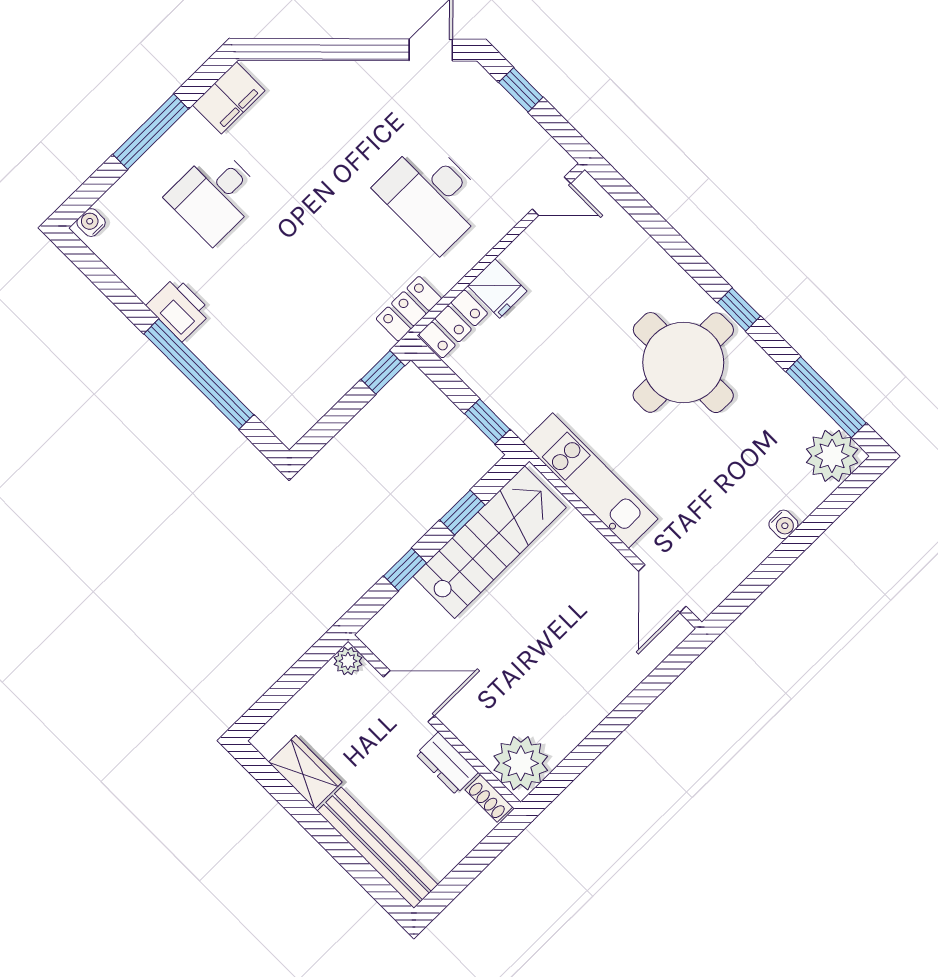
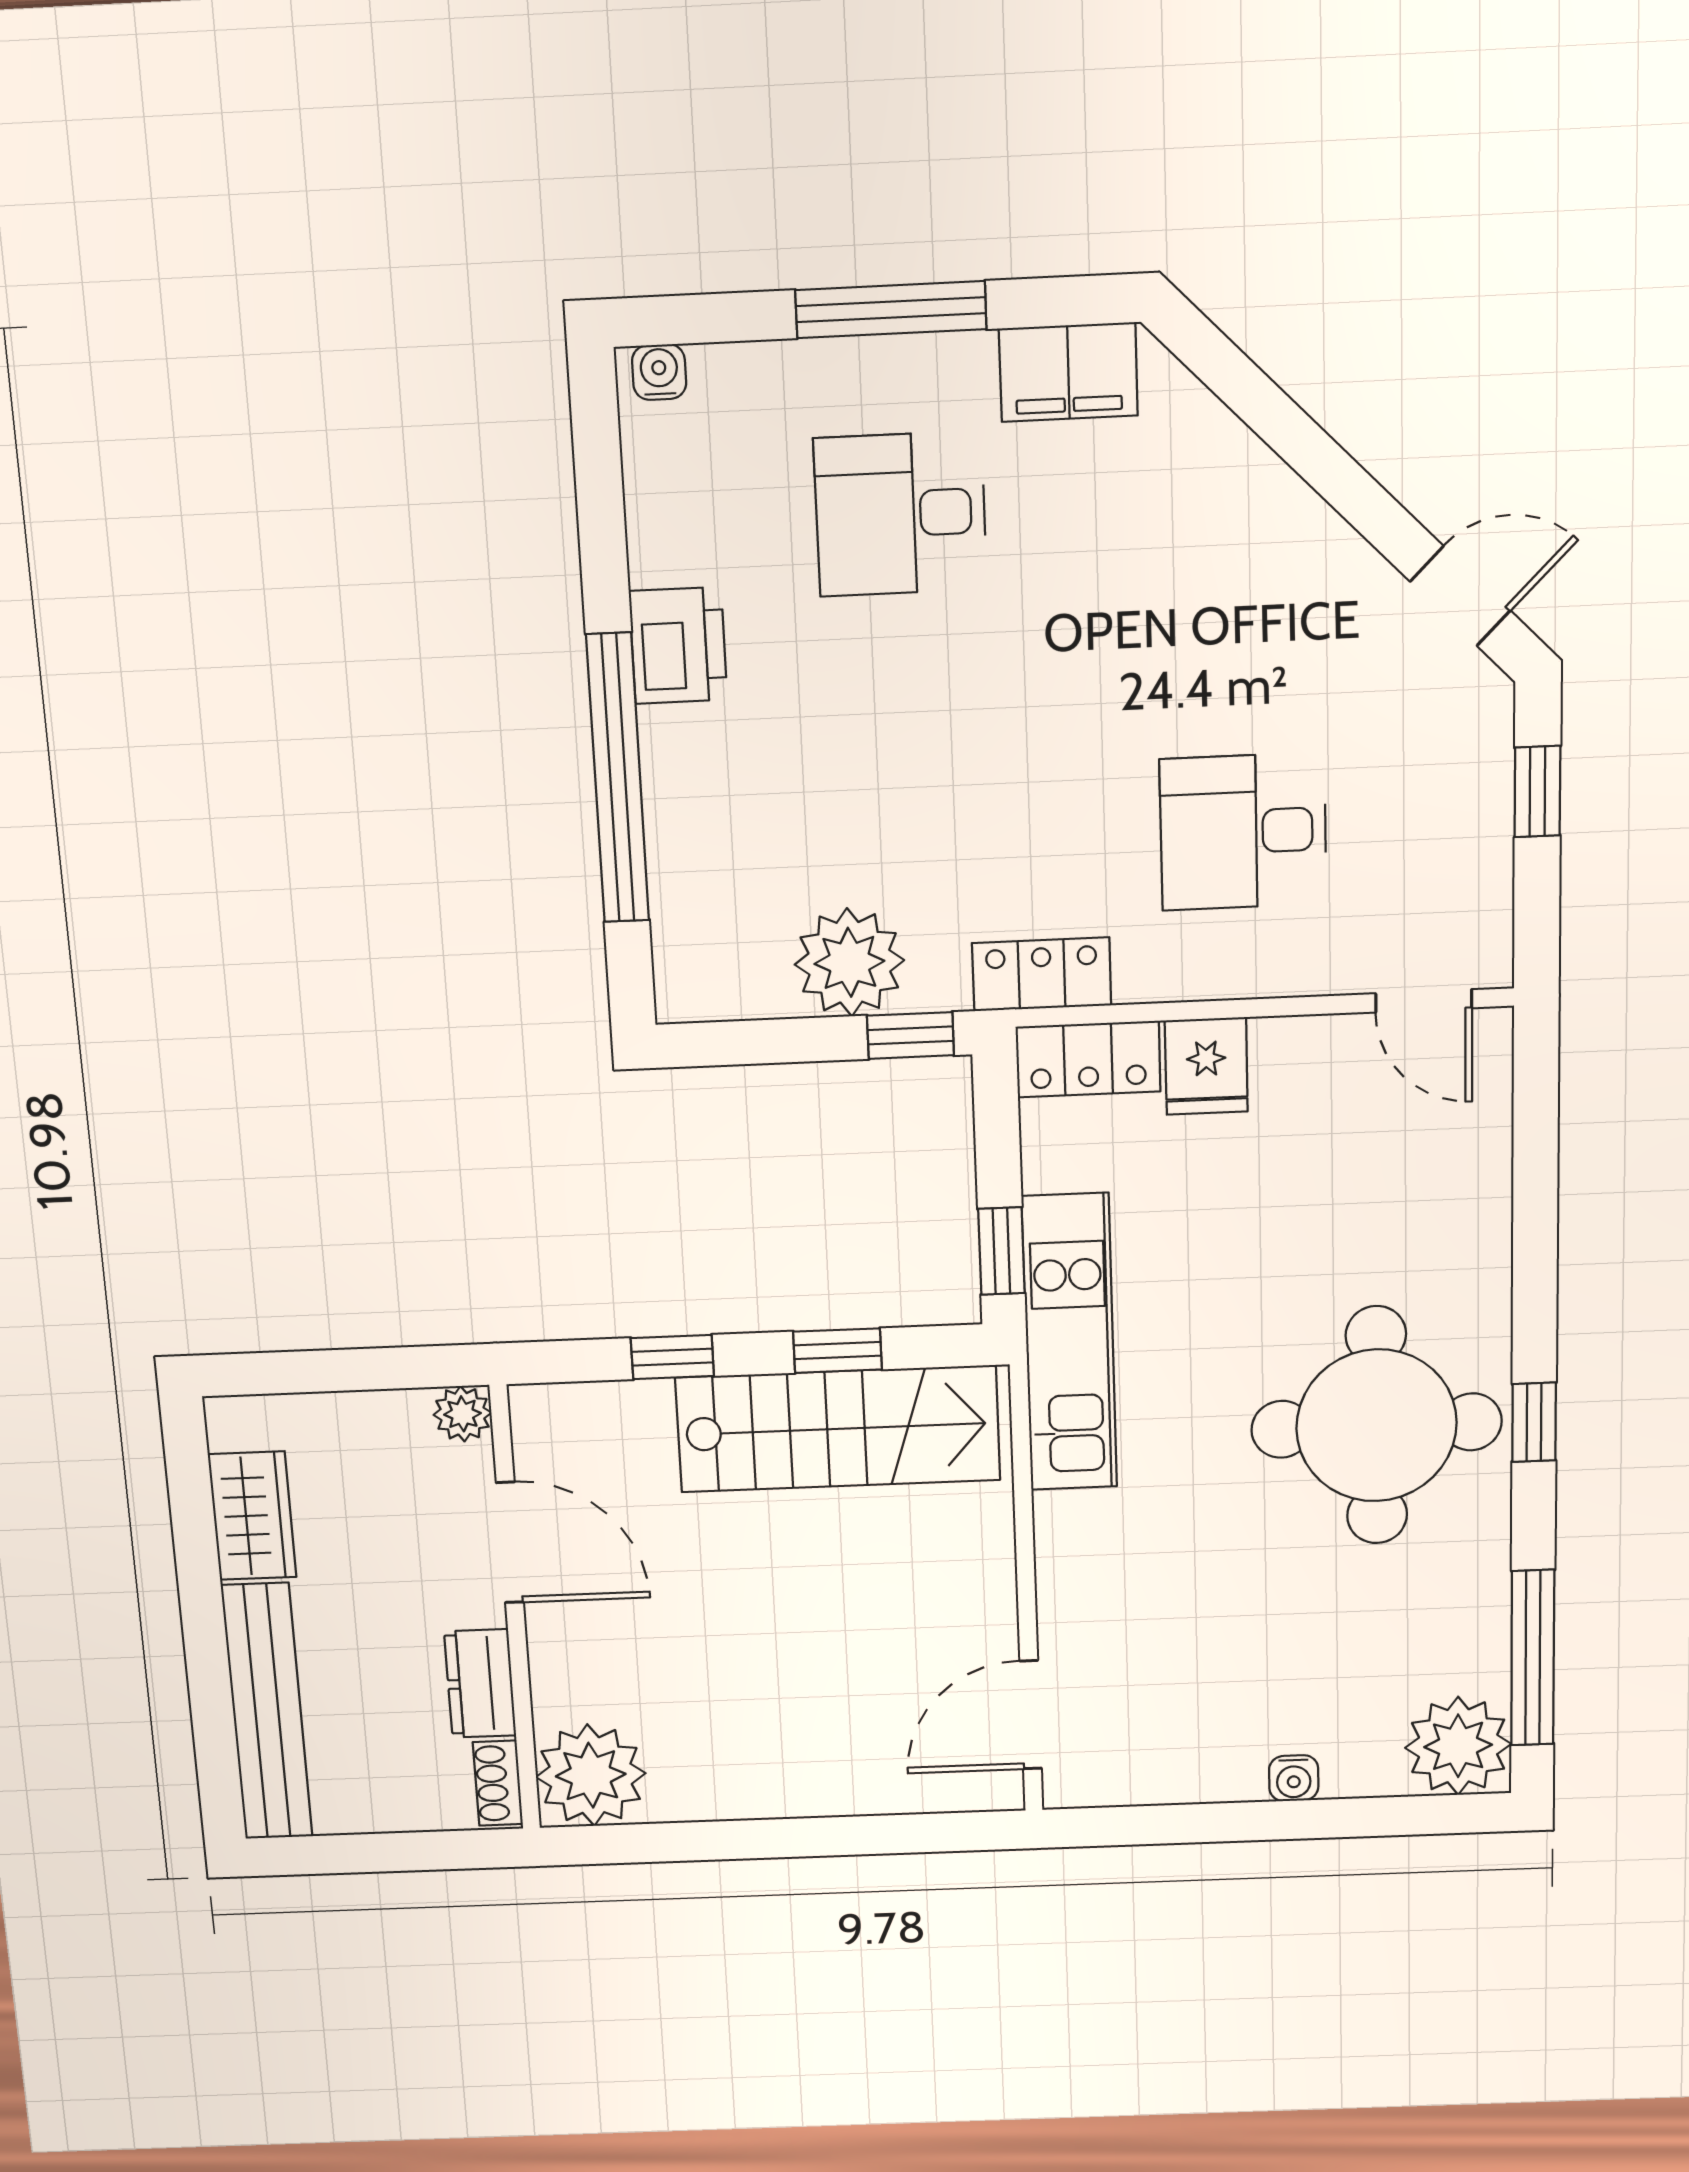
desk: (432, 196) -> (1243, 832), width x0.73
plant: (338, 366) -> (849, 962), added
kitchen unit: (590, 481) -> (1070, 1343), moved

